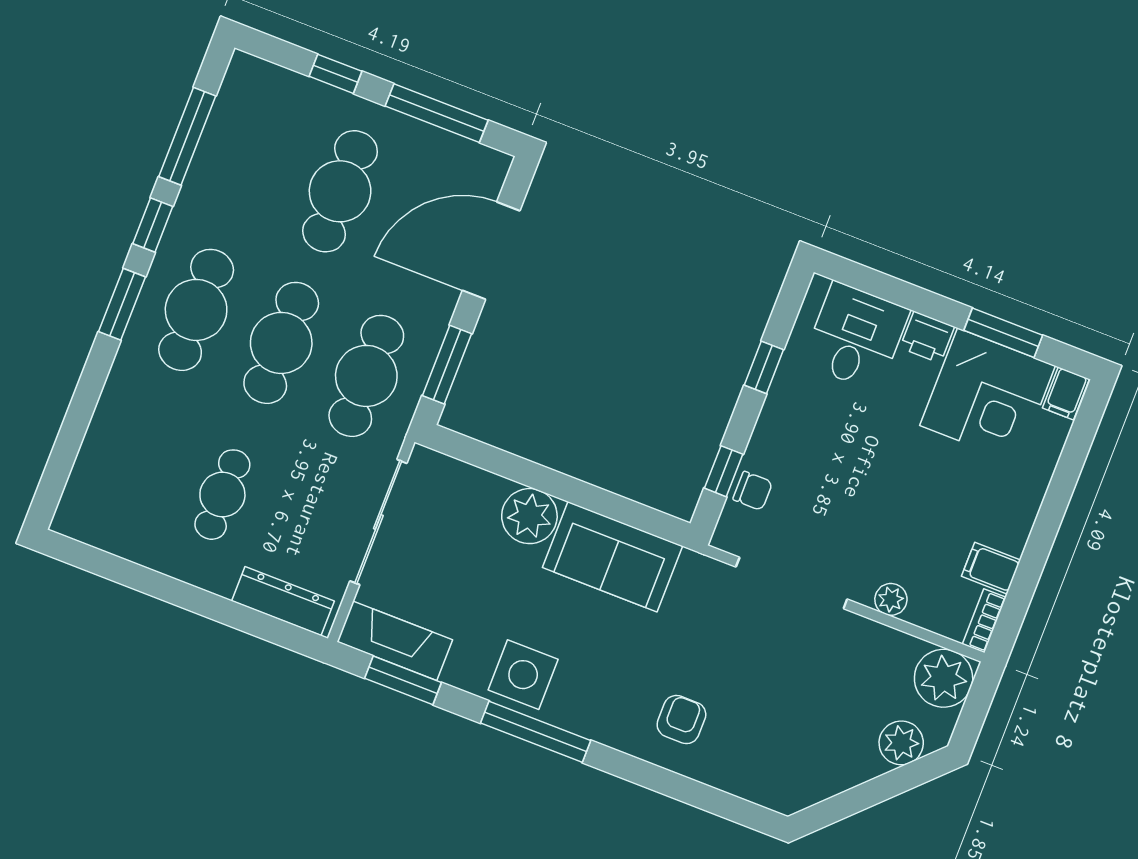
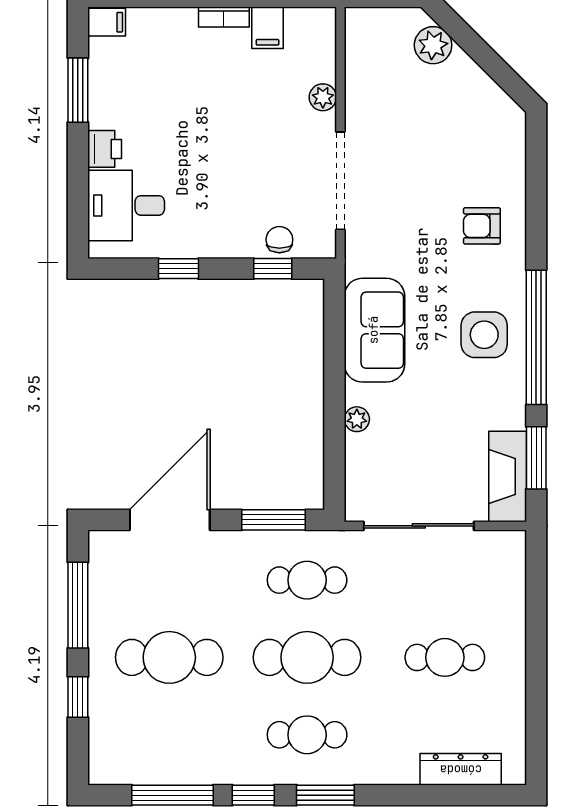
door: (491, 251) -> (170, 520), swing flipped
cafe table: (196, 310) -> (307, 735), width x0.73, depth x0.74
cafe table: (366, 376) -> (307, 580), width x0.73, depth x0.74
corner desk: (988, 396) -> (132, 83), removed
plant: (529, 516) -> (357, 419), width x0.53, depth x0.53
dresser: (283, 601) -> (461, 769), moved, turned 90
bookcase: (984, 621) -> (224, 17), moved
side table: (523, 675) -> (484, 335), moved
plant: (944, 678) -> (369, 32), removed
window: (536, 732) -> (536, 337), width x1.46

